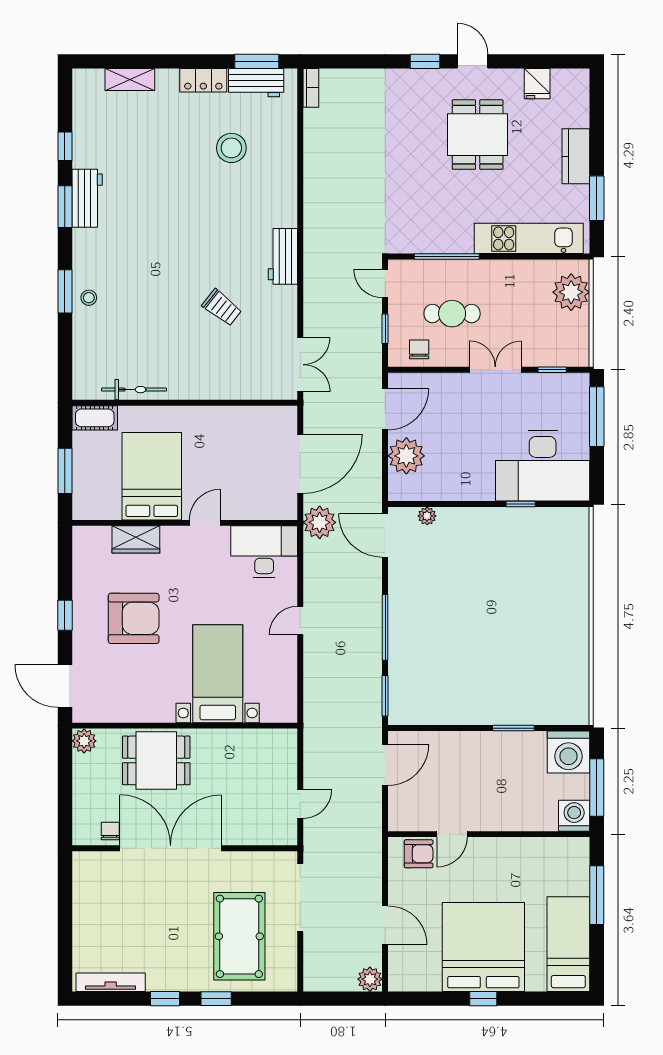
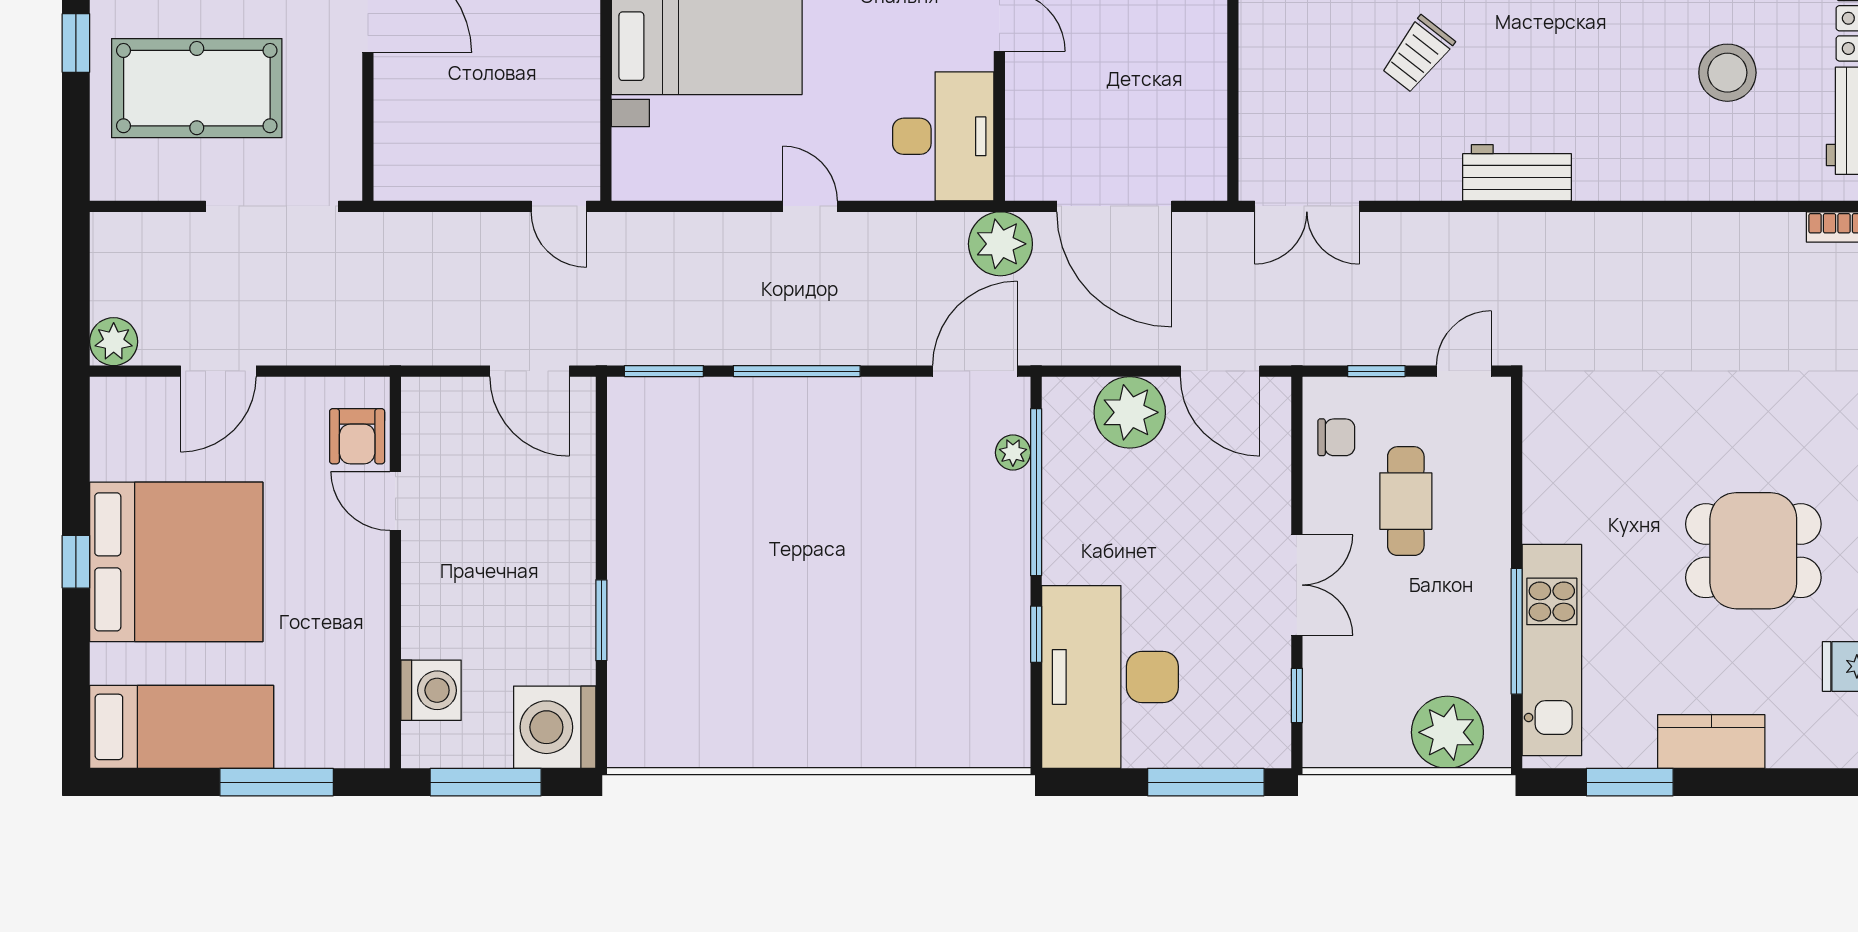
window: (447, 257) -> (1517, 631), moved
window: (447, 504) -> (1036, 492), added
door: (300, 804) -> (559, 206), moved
washing machine: (574, 816) -> (431, 690), moved

